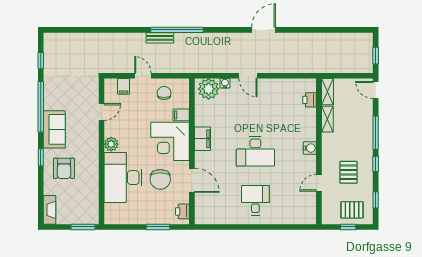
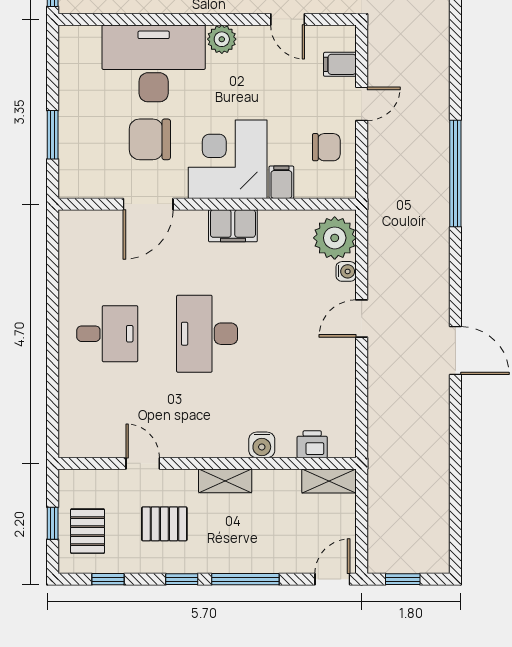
bench: (160, 38) -> (439, 139), removed
shelving: (327, 119) -> (225, 481), moved
water cooler: (310, 148) -> (262, 445), moved
printer: (182, 211) -> (84, 185), removed

